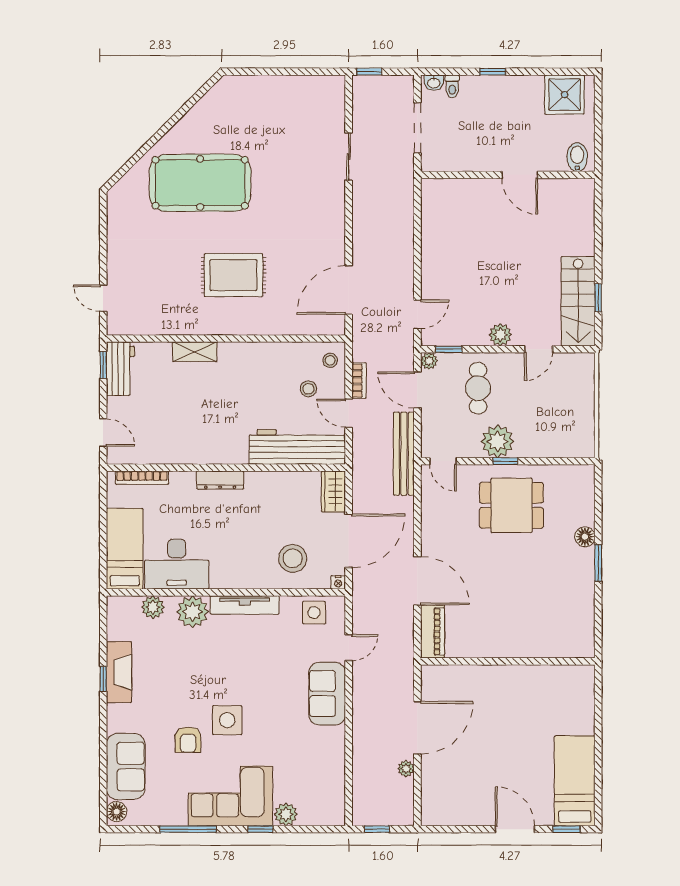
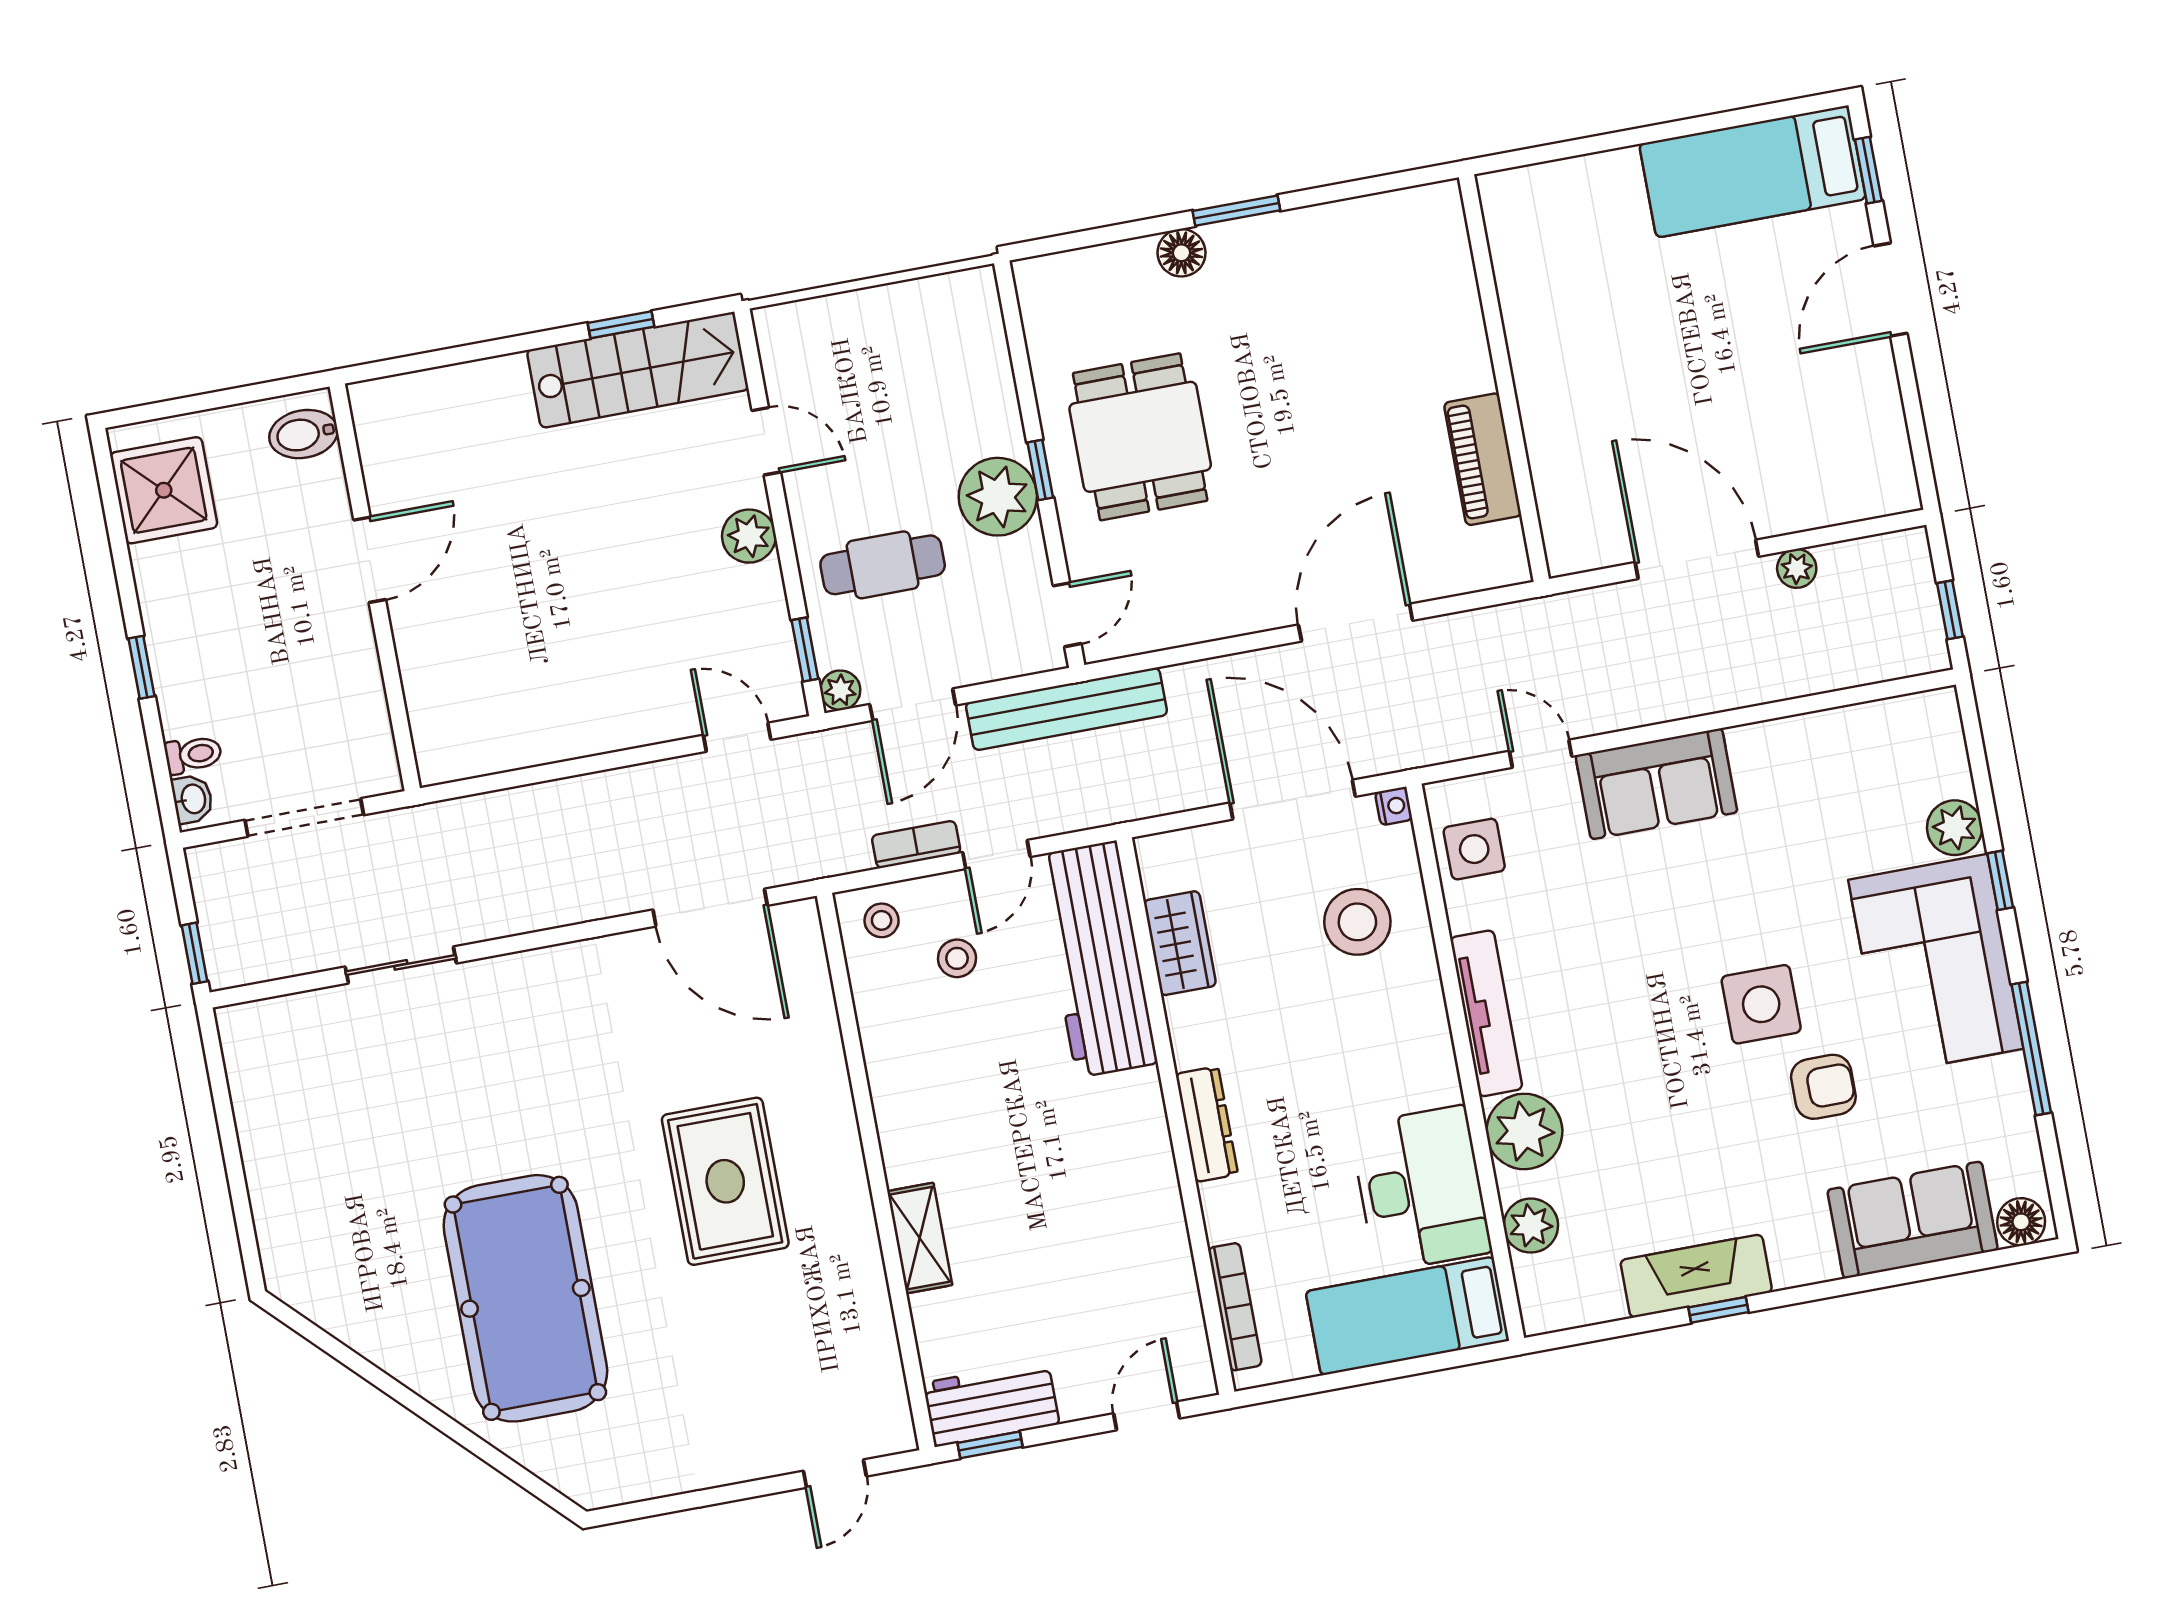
wardrobe: (333, 491) -> (1180, 943), moved, turned -90
piano: (433, 632) -> (1483, 459), moved, turned -90

